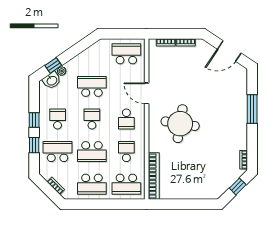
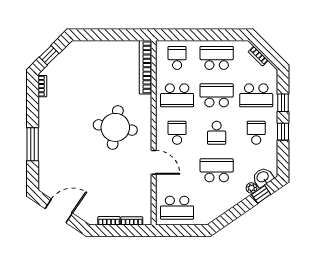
school desk: (92, 86) -> (217, 170), turned 180
school desk: (58, 119) -> (256, 133), turned 180
school desk: (126, 152) -> (177, 95), width x1.85
school desk: (126, 184) -> (177, 58), width x0.54

